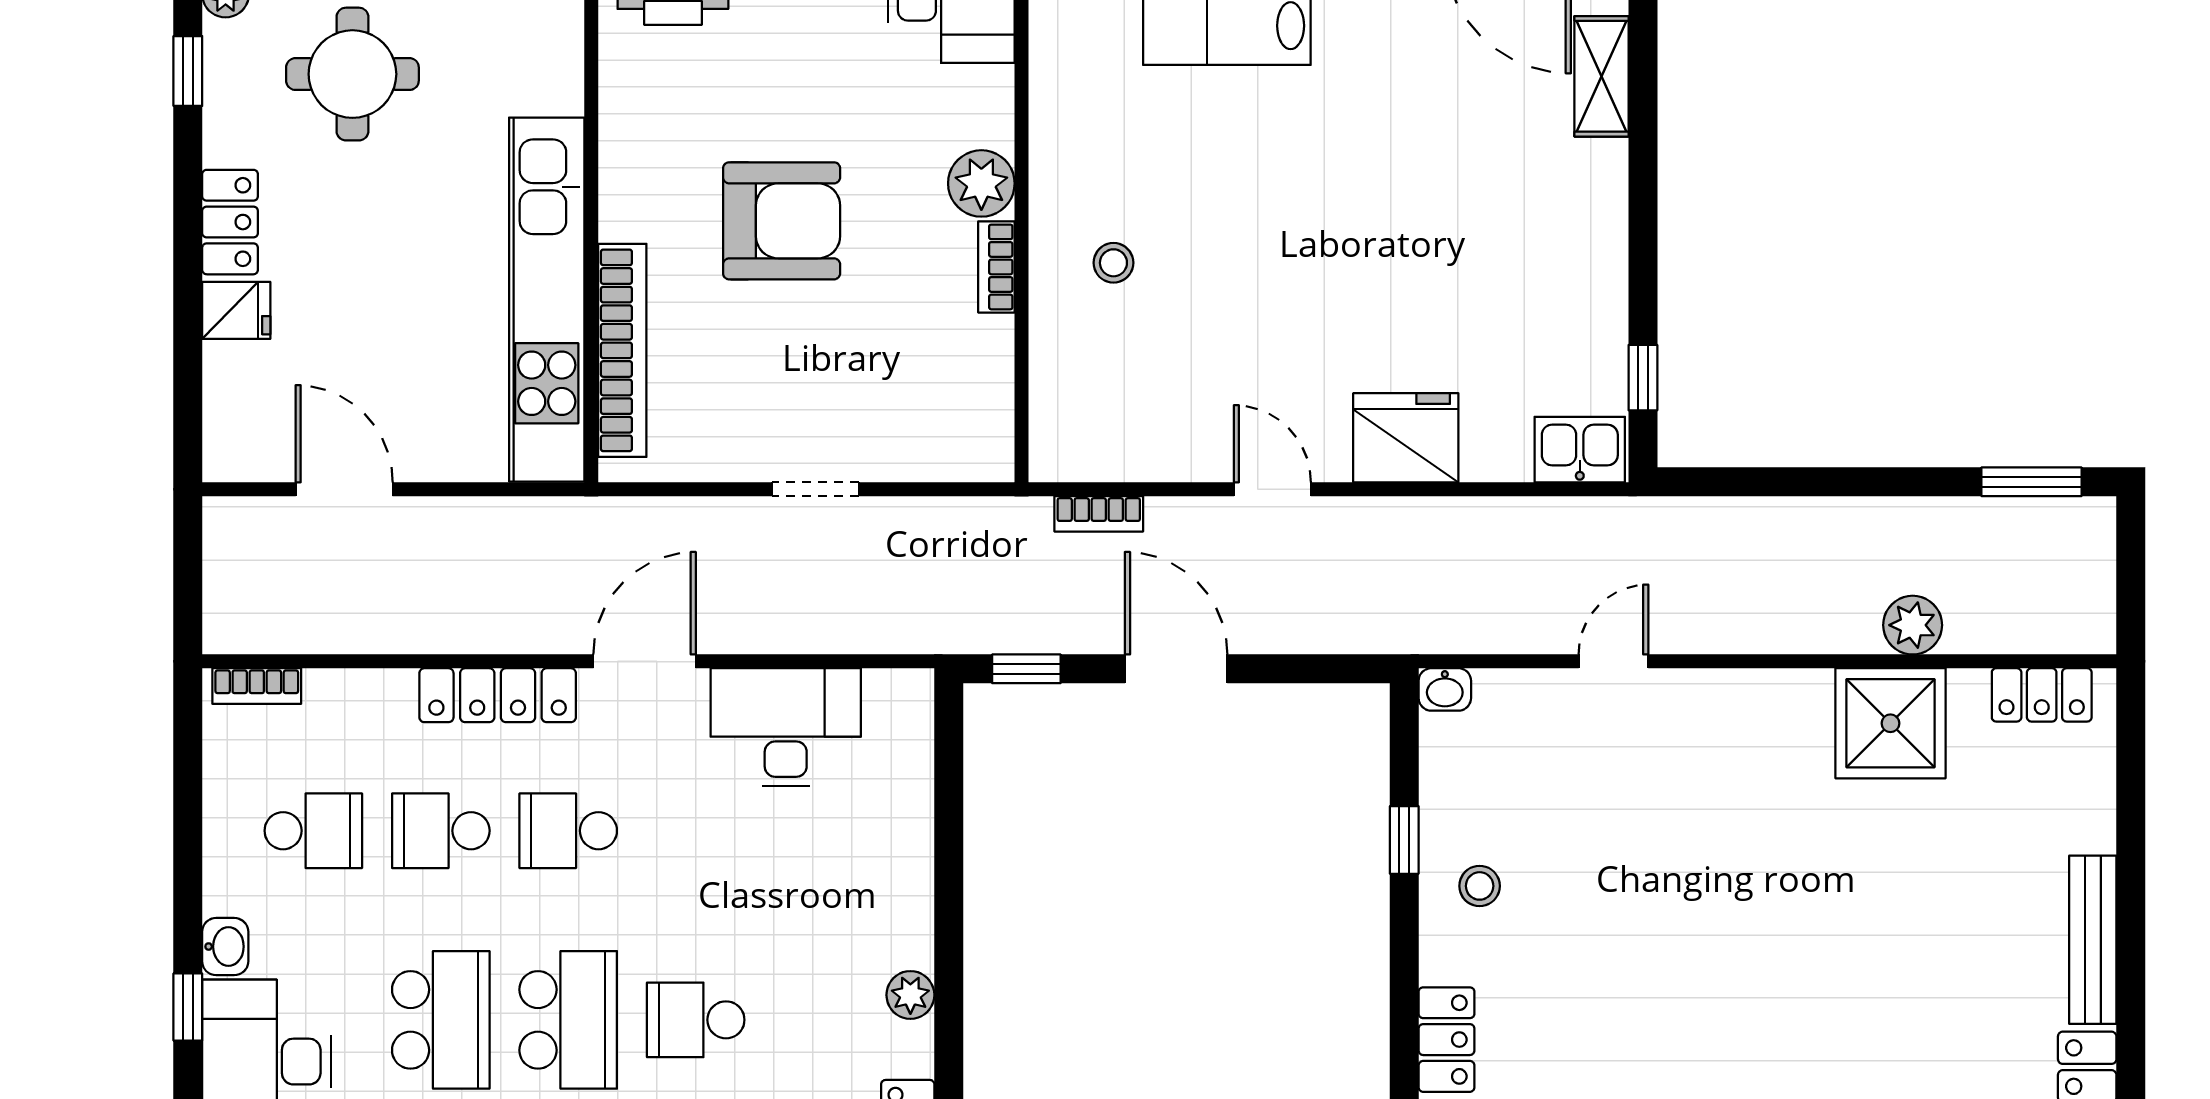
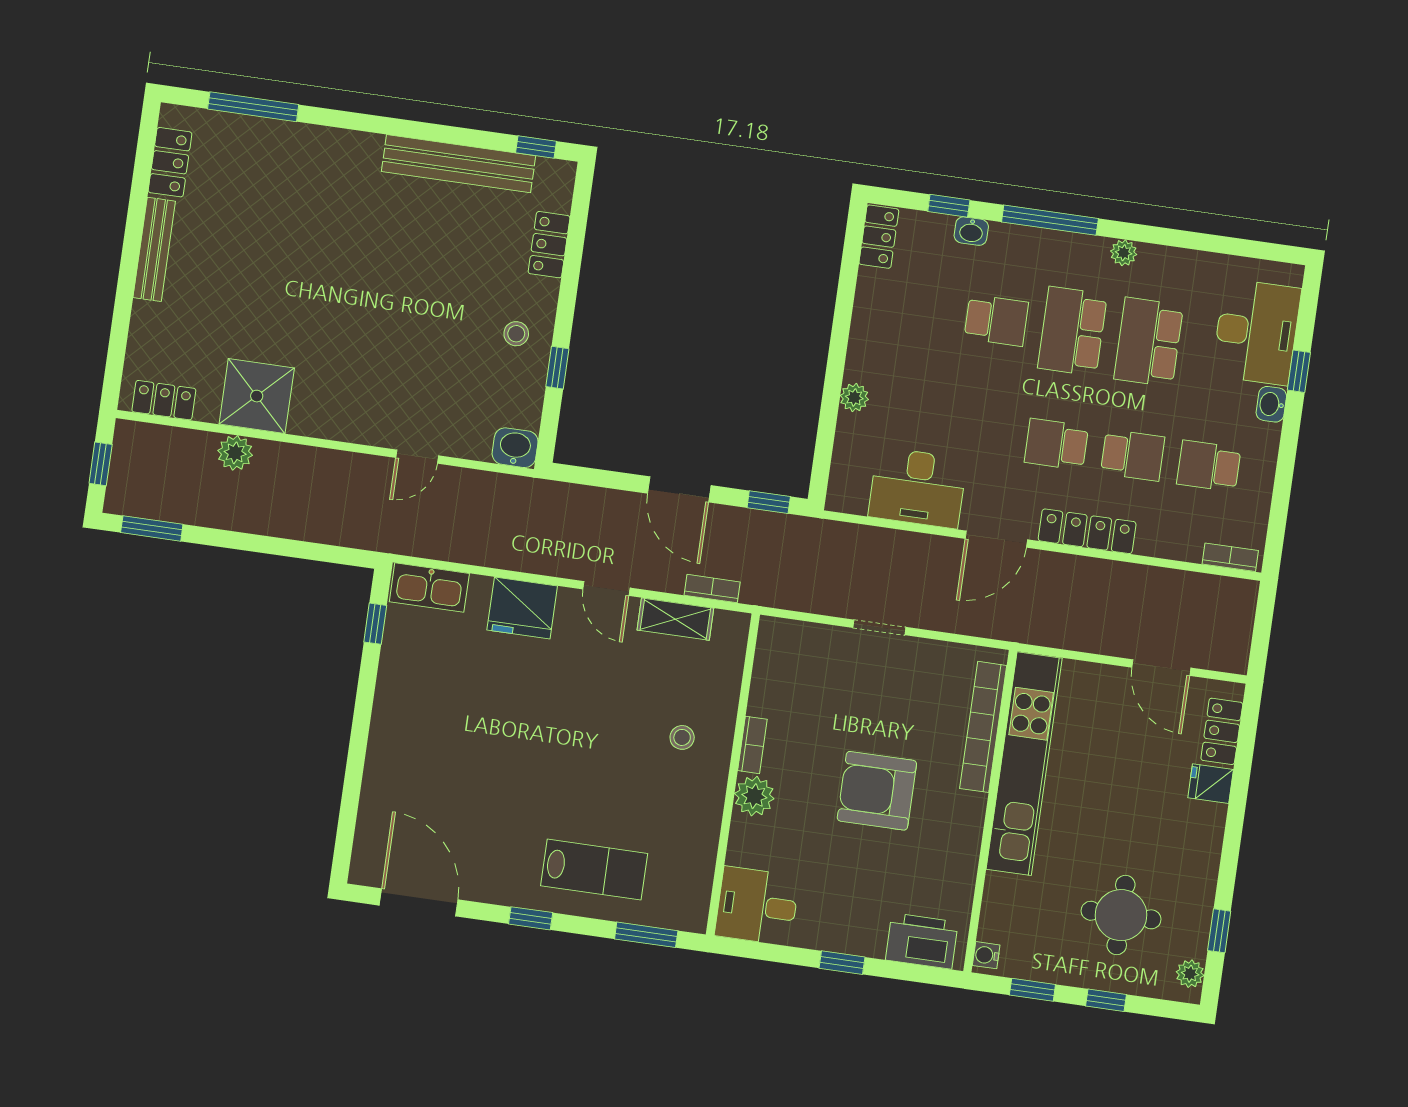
shelving: (1602, 76) -> (675, 619), moved, turned 90
locker: (230, 222) -> (1222, 731), moved
kitchen sink: (1580, 450) -> (429, 588), width x1.38
window: (2131, 576) -> (101, 464), added
washbasin: (1445, 689) -> (515, 448), width x1.38, depth x1.45
school desk: (568, 831) -> (1056, 444), turned 180
plant: (910, 995) -> (854, 397), moved

